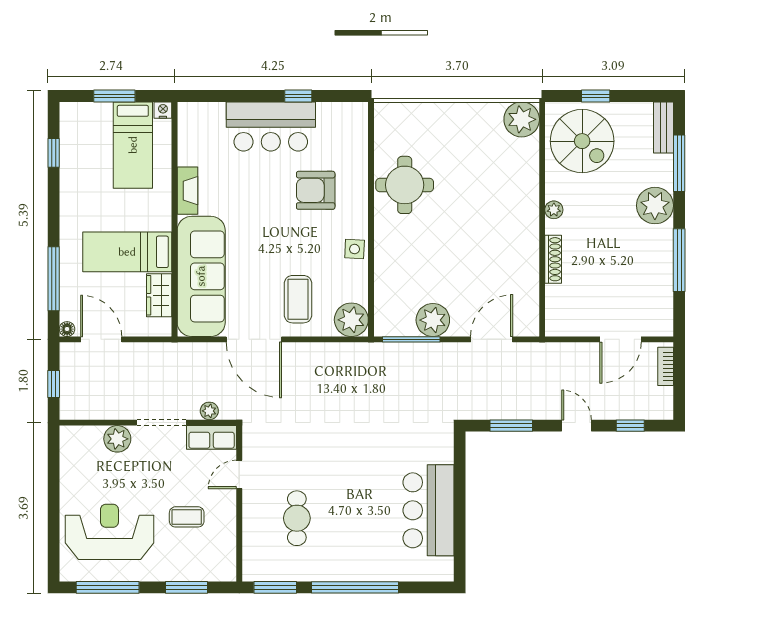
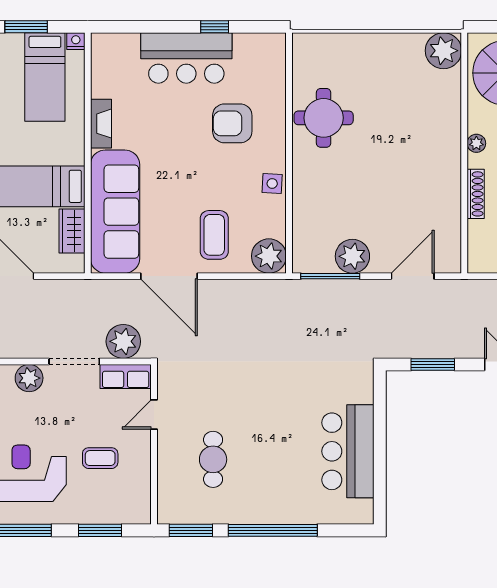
plant: (209, 411) -> (123, 341), width x1.88, depth x1.88

